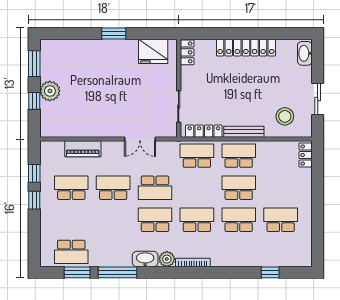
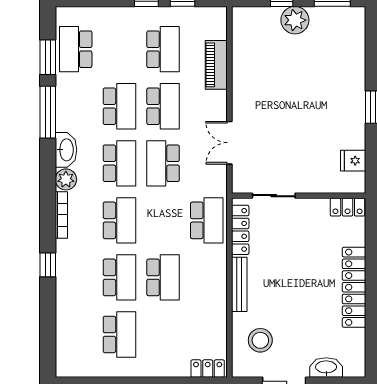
fridge: (153, 51) -> (353, 161), width x0.53, depth x0.75
washbasin: (305, 53) -> (326, 367), moved
school desk: (239, 156) -> (119, 106), moved
window: (270, 272) -> (48, 265), moved

